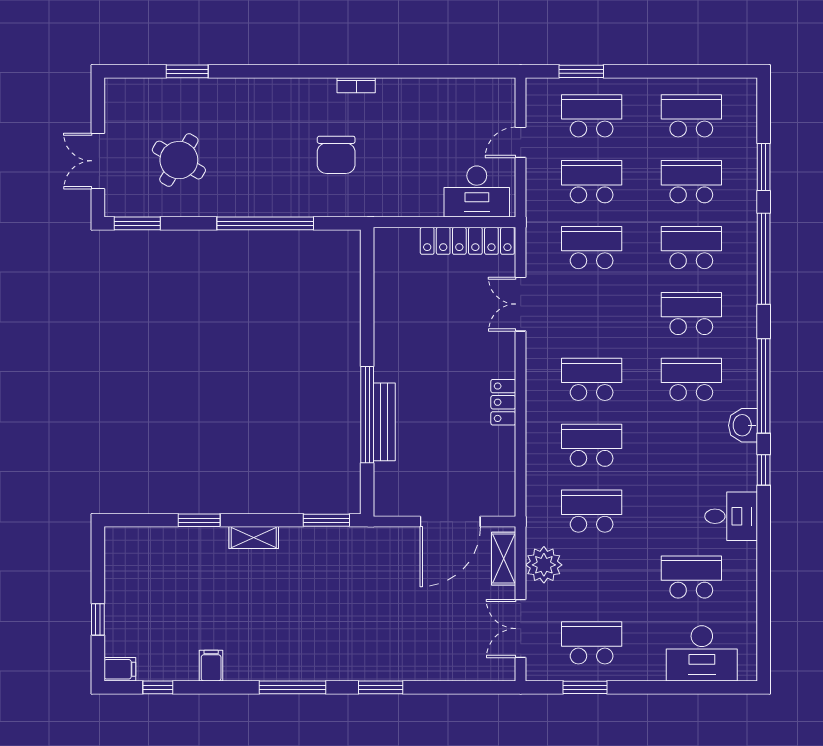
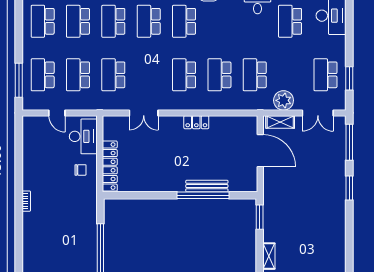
window: (581, 71) -> (19, 80), width x1.44
chair: (336, 155) -> (81, 170), moved, width x0.54, depth x0.54
locker: (467, 241) -> (110, 166), moved
window: (293, 687) -> (349, 142), moved

